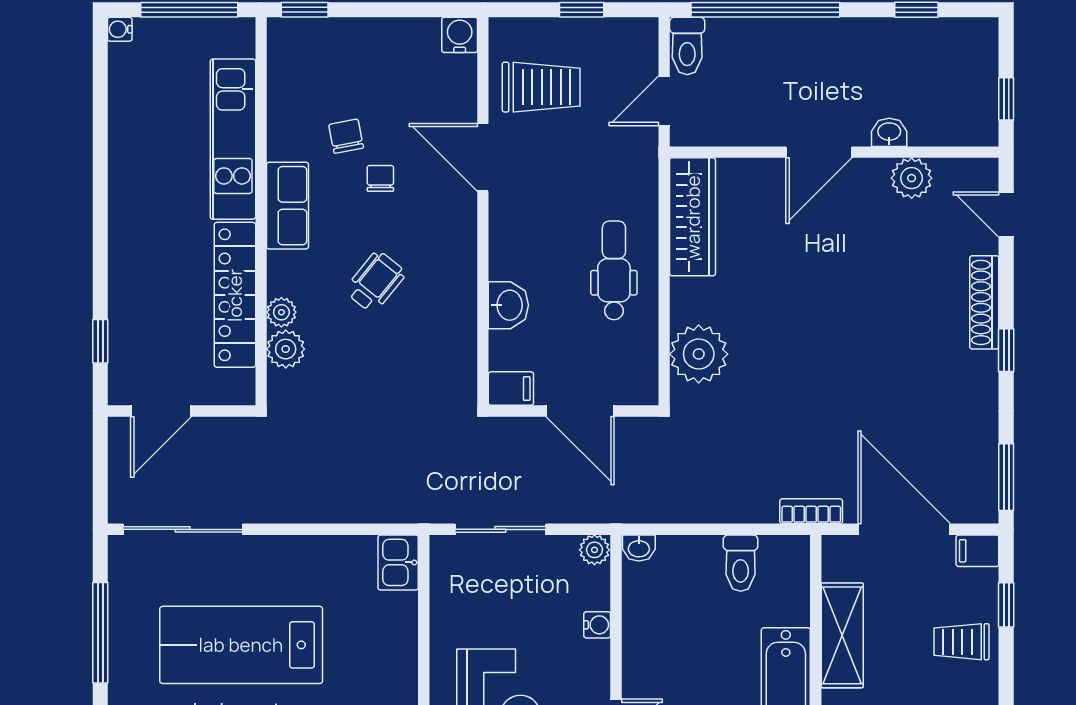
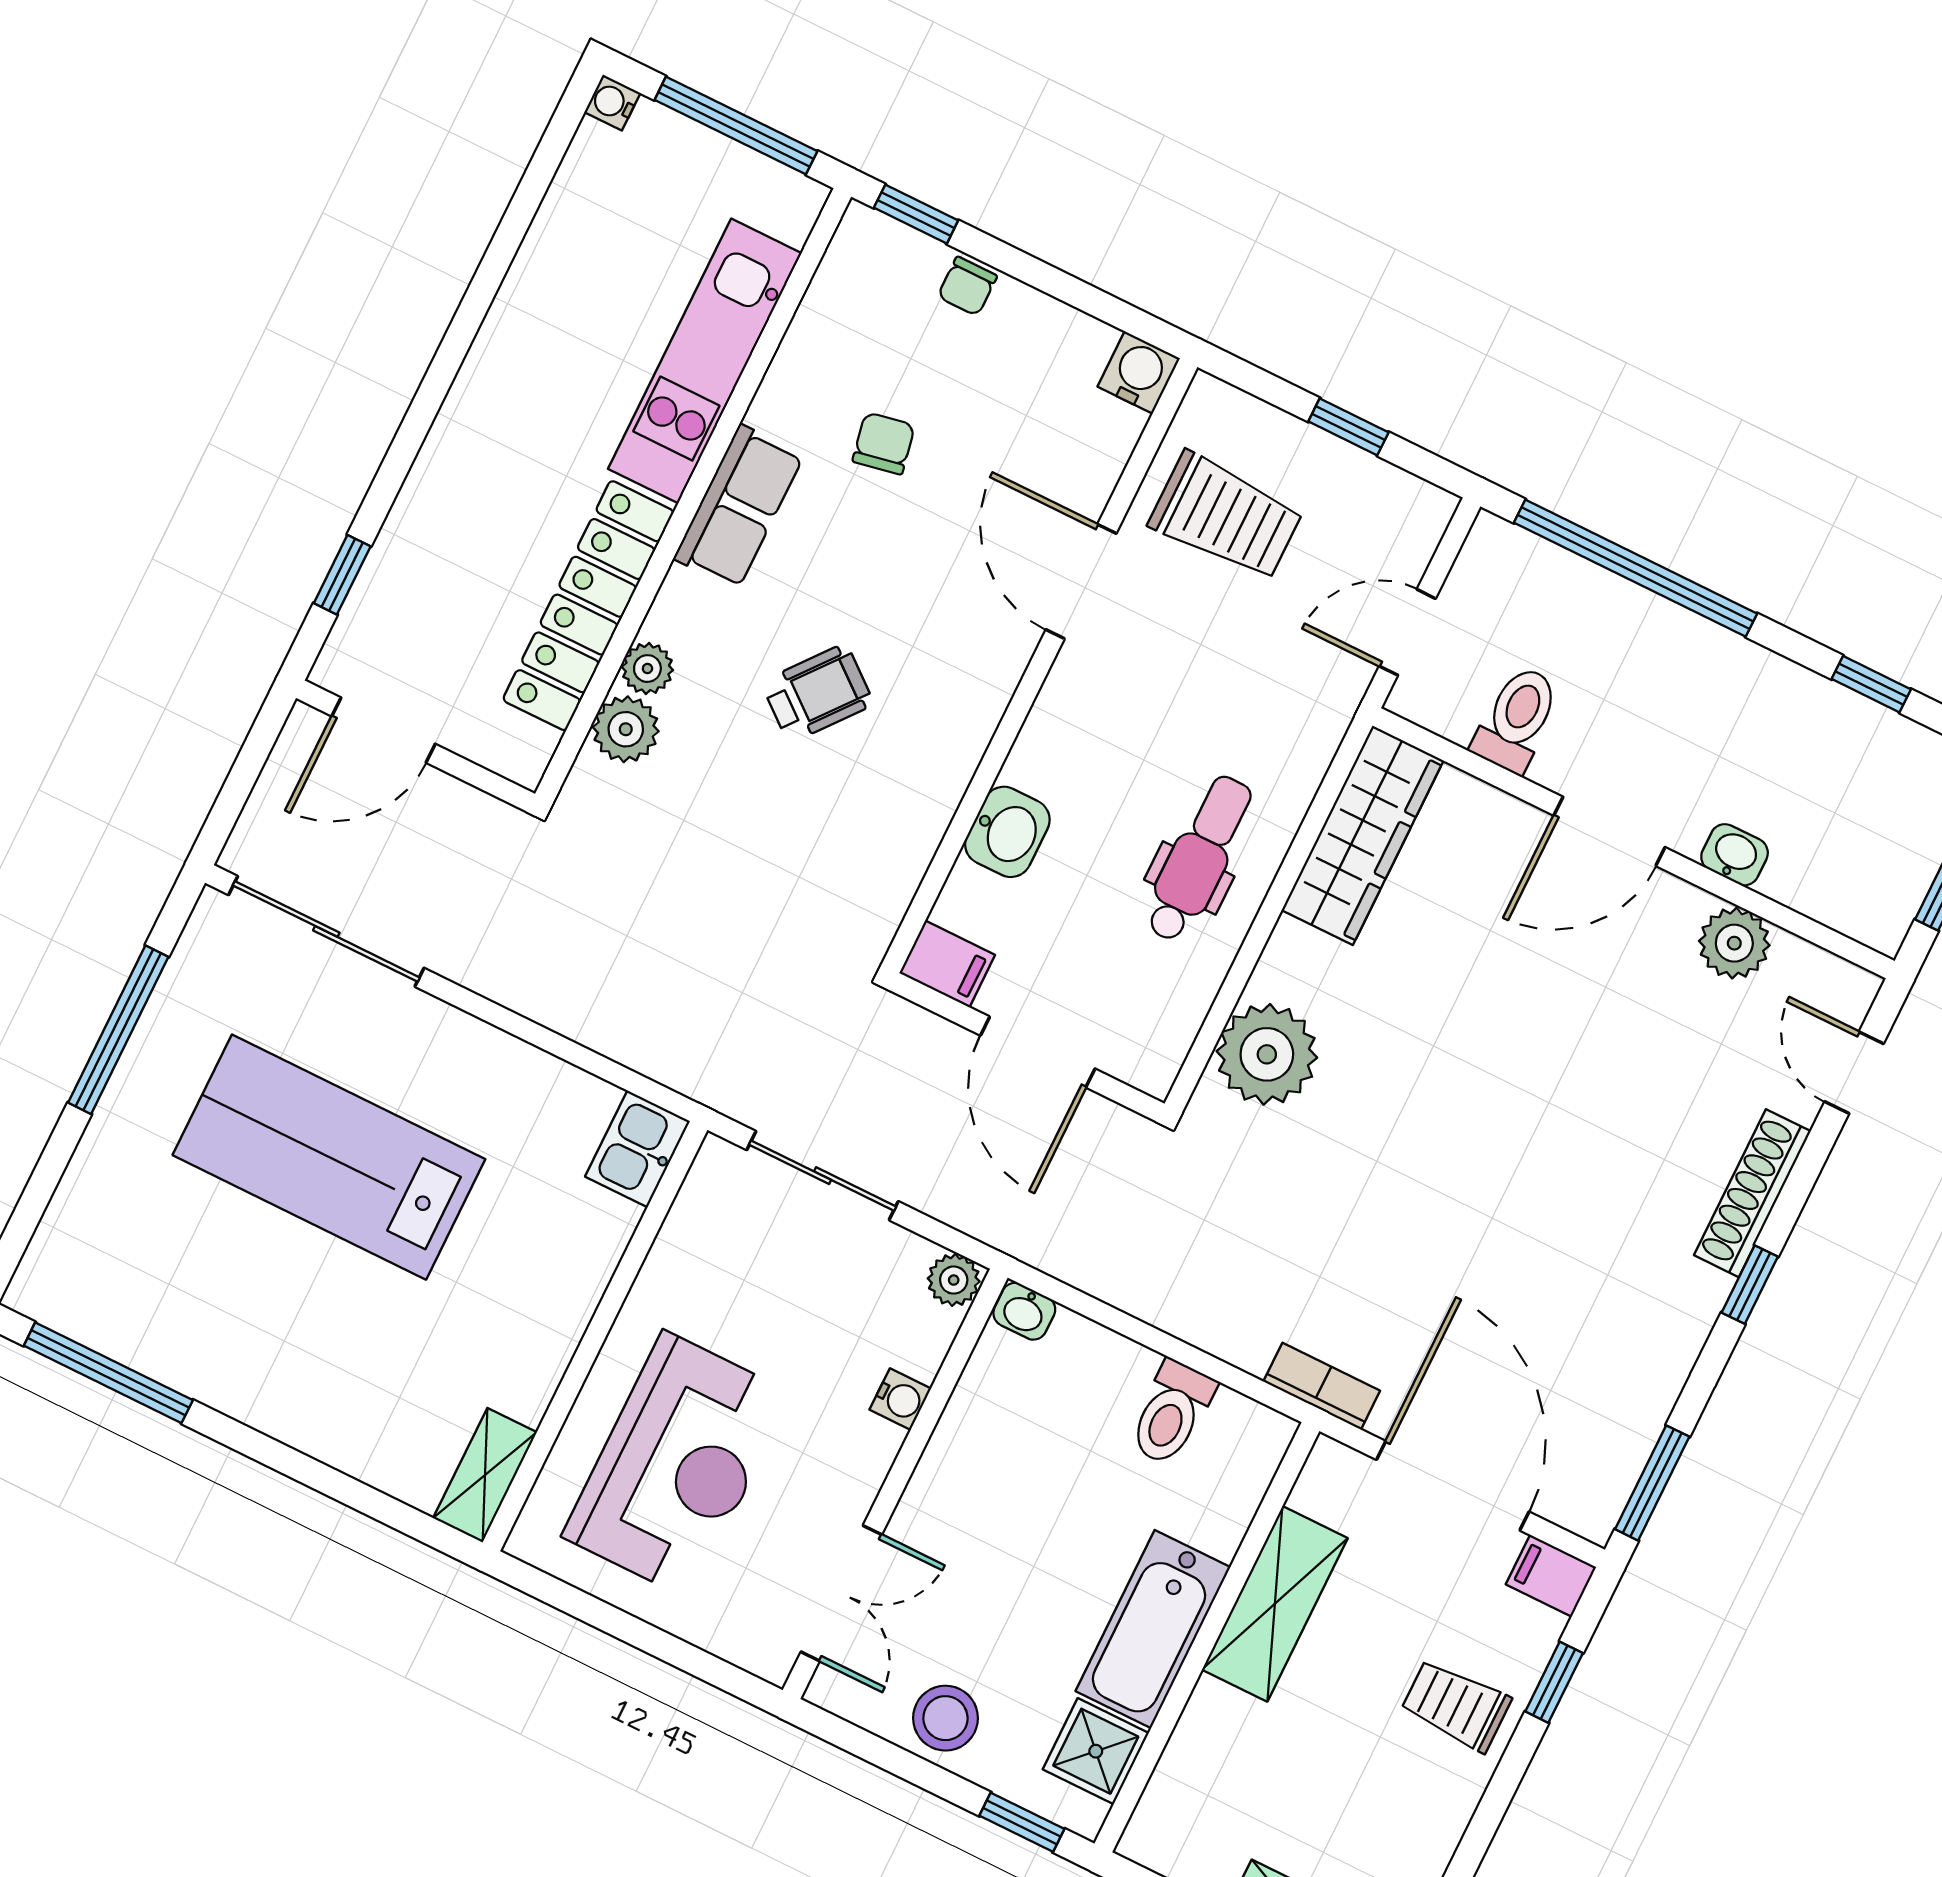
toilet: (687, 46) -> (1517, 719), moved, turned 180
chair: (380, 178) -> (967, 286), moved, turned 180

